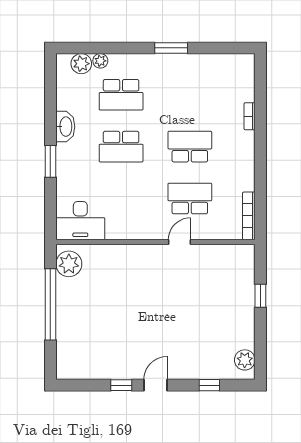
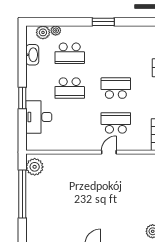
washbasin: (65, 127) -> (32, 55), moved
desk: (80, 221) -> (39, 117), moved, turned 90

